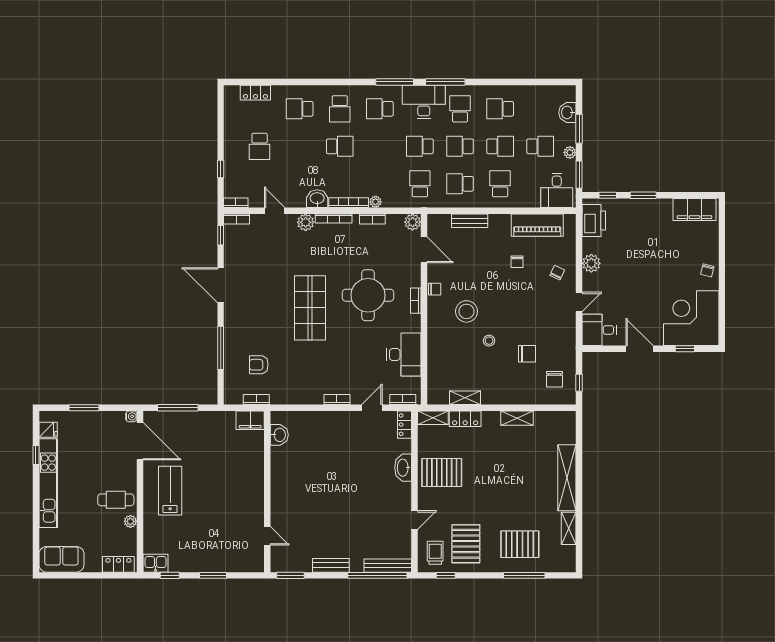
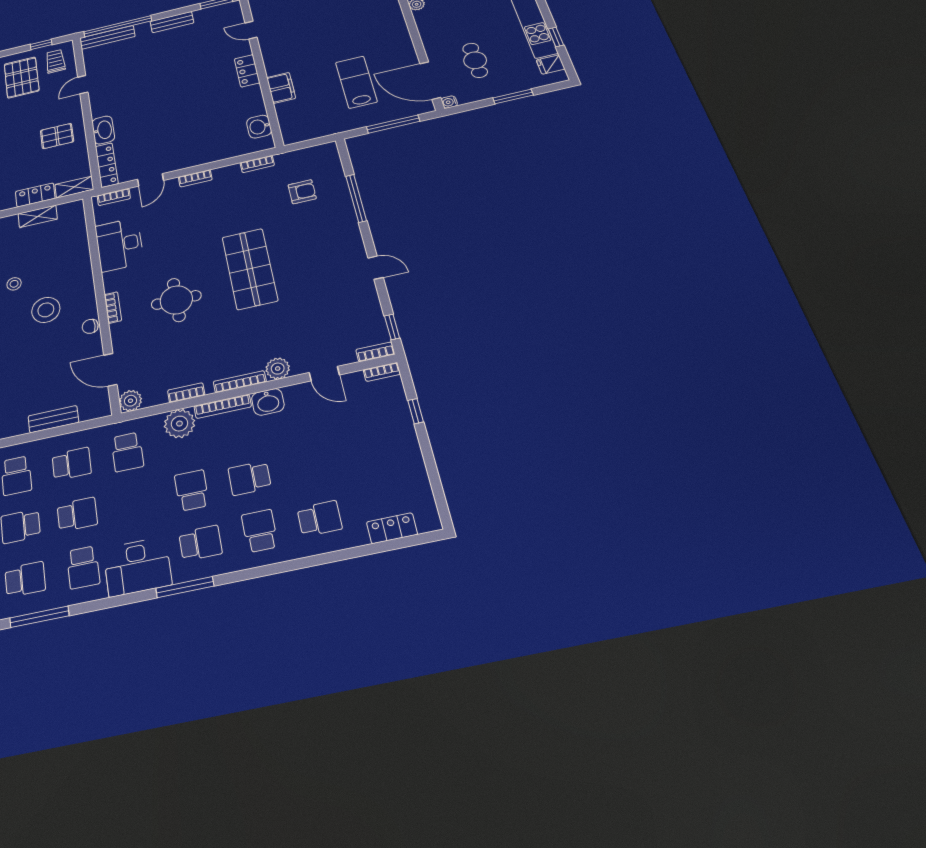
window: (445, 82) -> (39, 617), moved
school desk: (260, 146) -> (367, 454), removed
school desk: (420, 146) -> (192, 490), moved, turned -90
plant: (376, 202) -> (179, 424), width x1.87, depth x1.87
door: (221, 285) -> (375, 268), width x0.53
round table: (368, 295) -> (176, 300), width x0.73, depth x0.73
bookcase: (256, 400) -> (257, 164), moved
filing cabinet: (250, 420) -> (281, 88), moved, turned 90
locker: (405, 425) -> (107, 165), width x1.53
pallet: (442, 473) -> (57, 136), width x0.67, depth x0.71
lab bench: (170, 491) -> (356, 82), moved, turned 180
locker: (278, 494) -> (247, 71), added
cafe table: (116, 500) -> (475, 60), moved, turned 90
trolley: (435, 553) -> (55, 61), turned 180

